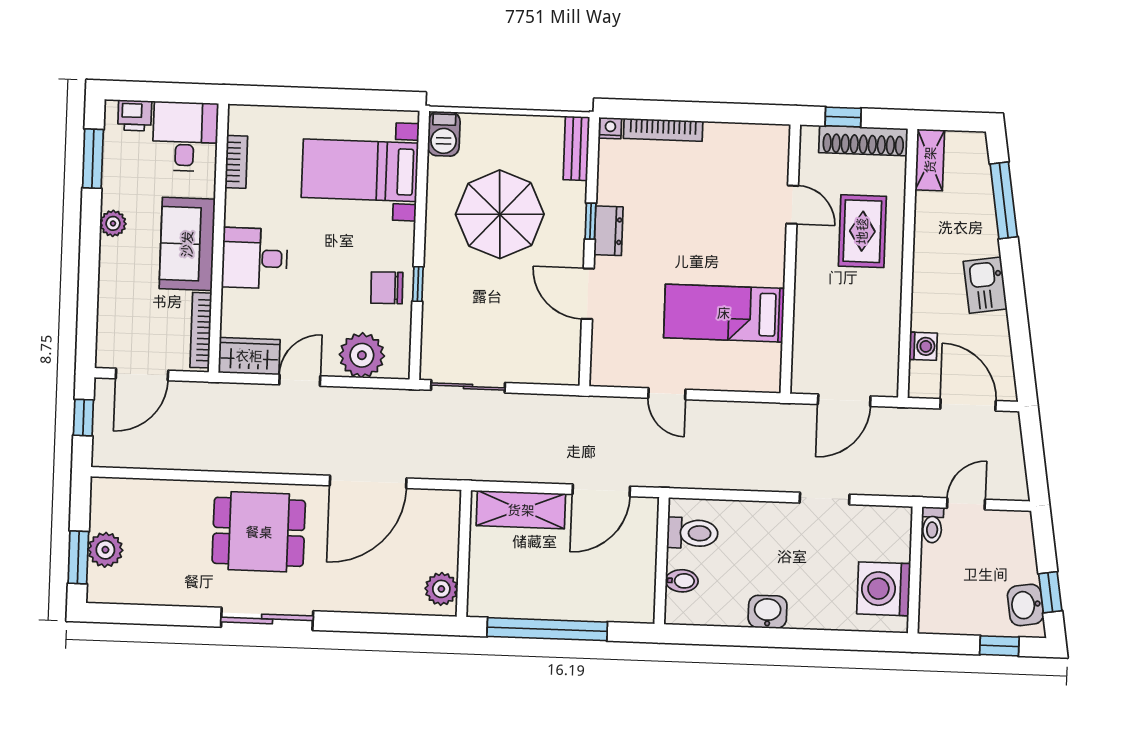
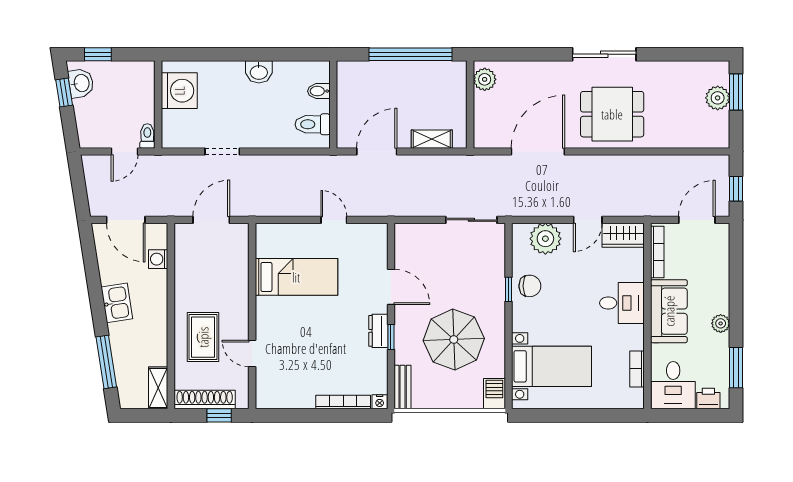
shelving: (521, 510) -> (432, 139), width x0.67, depth x0.75

